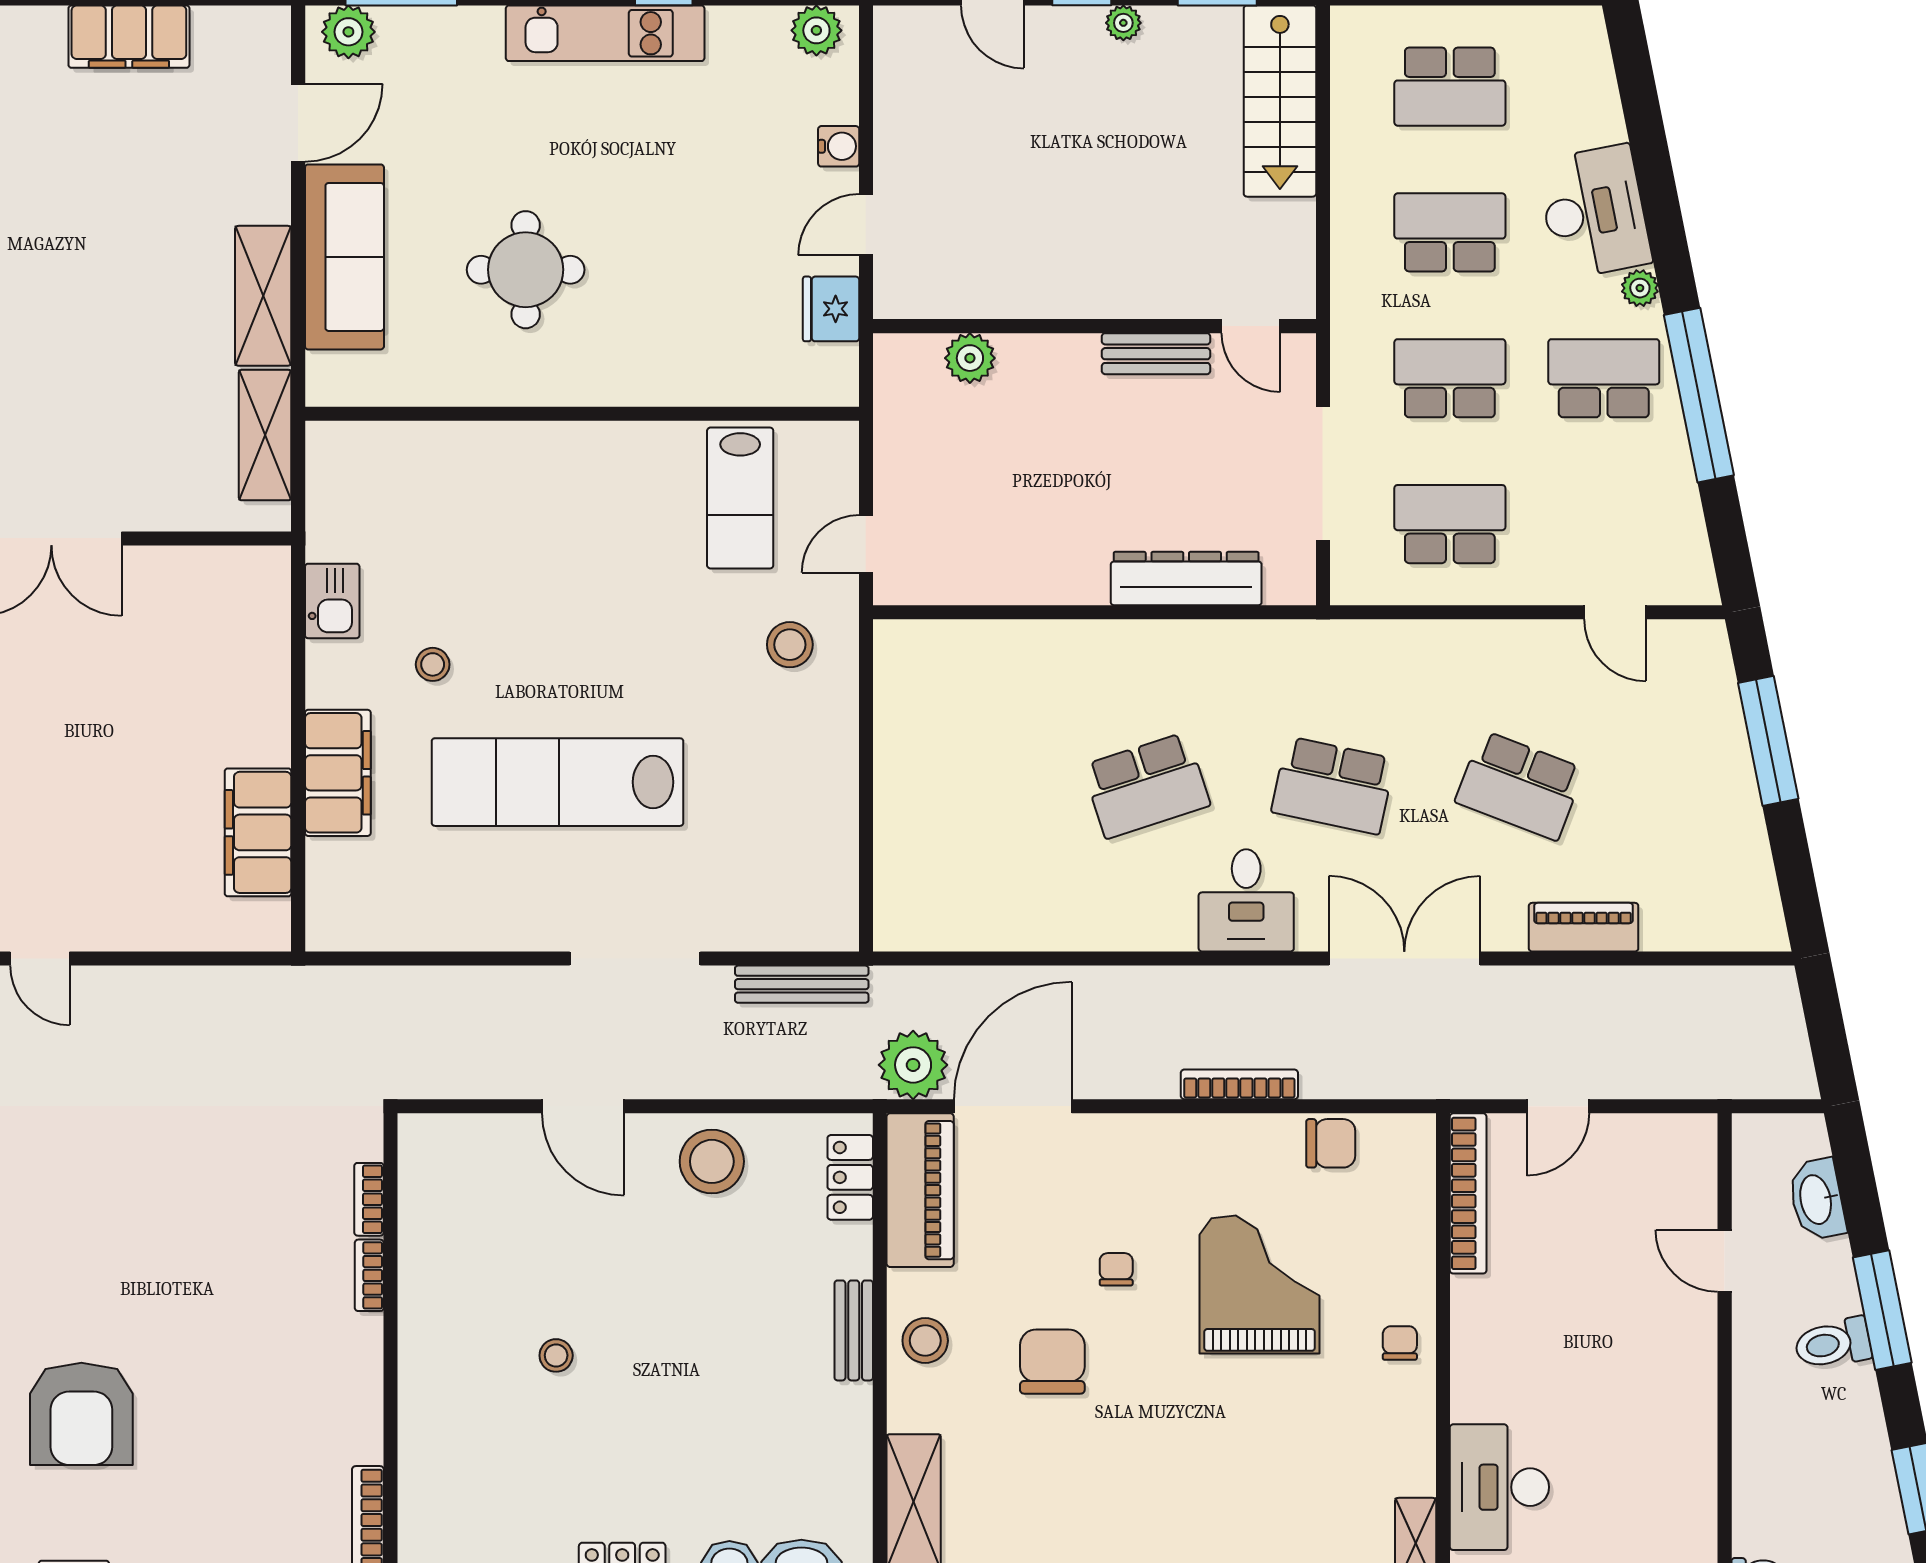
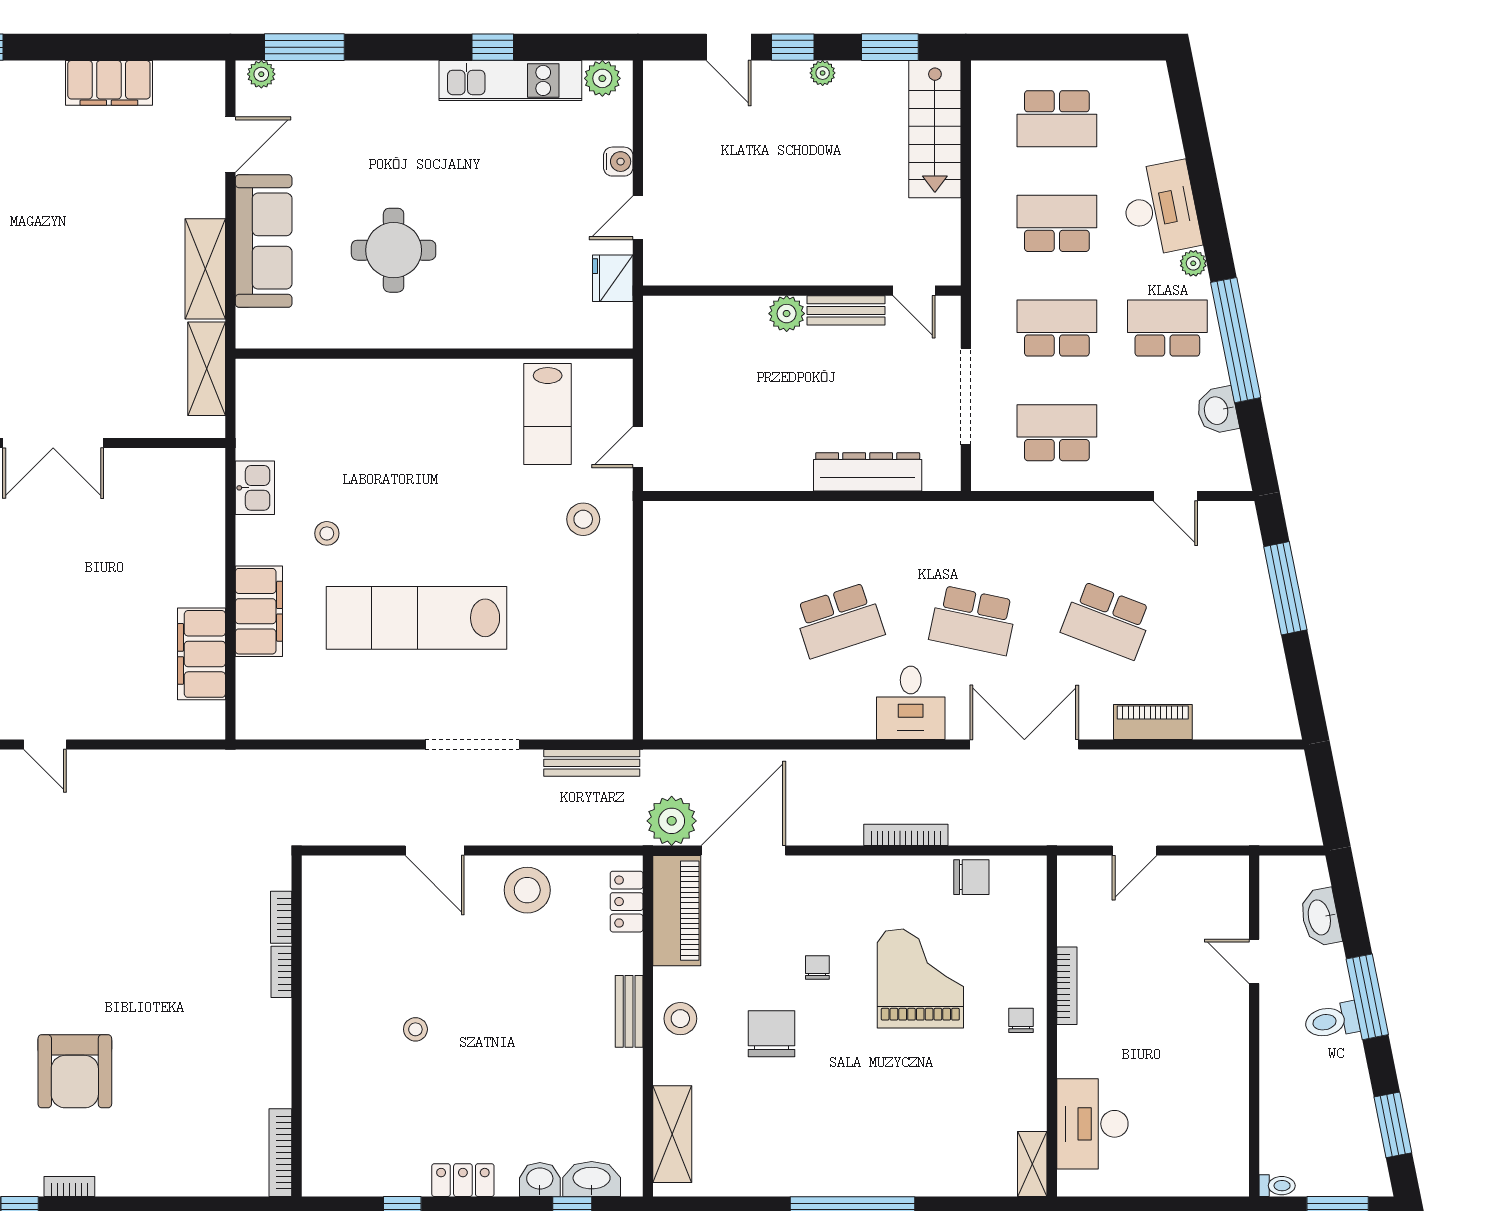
plant: (348, 32) -> (261, 74), width x0.73, depth x0.73
kitchen unit: (605, 33) -> (510, 80), moved
plant: (970, 358) -> (787, 314), moved
washbasin: (1673, 493) -> (1217, 410), added
bookcase: (1468, 1193) -> (1067, 986), moved, width x0.68, depth x0.76

